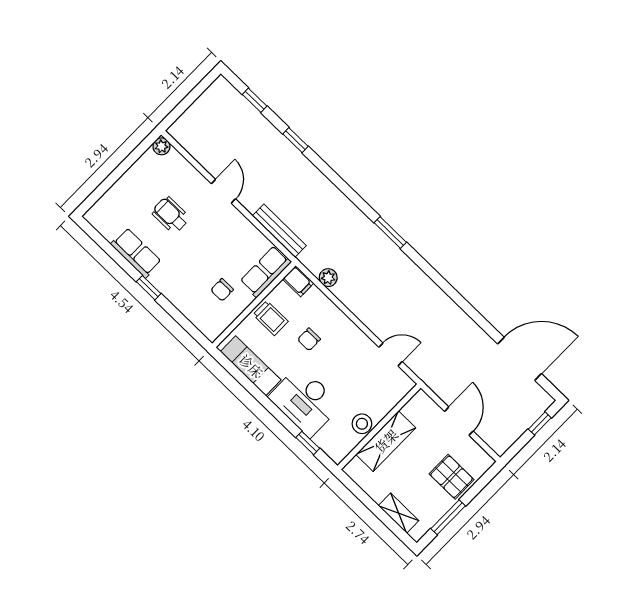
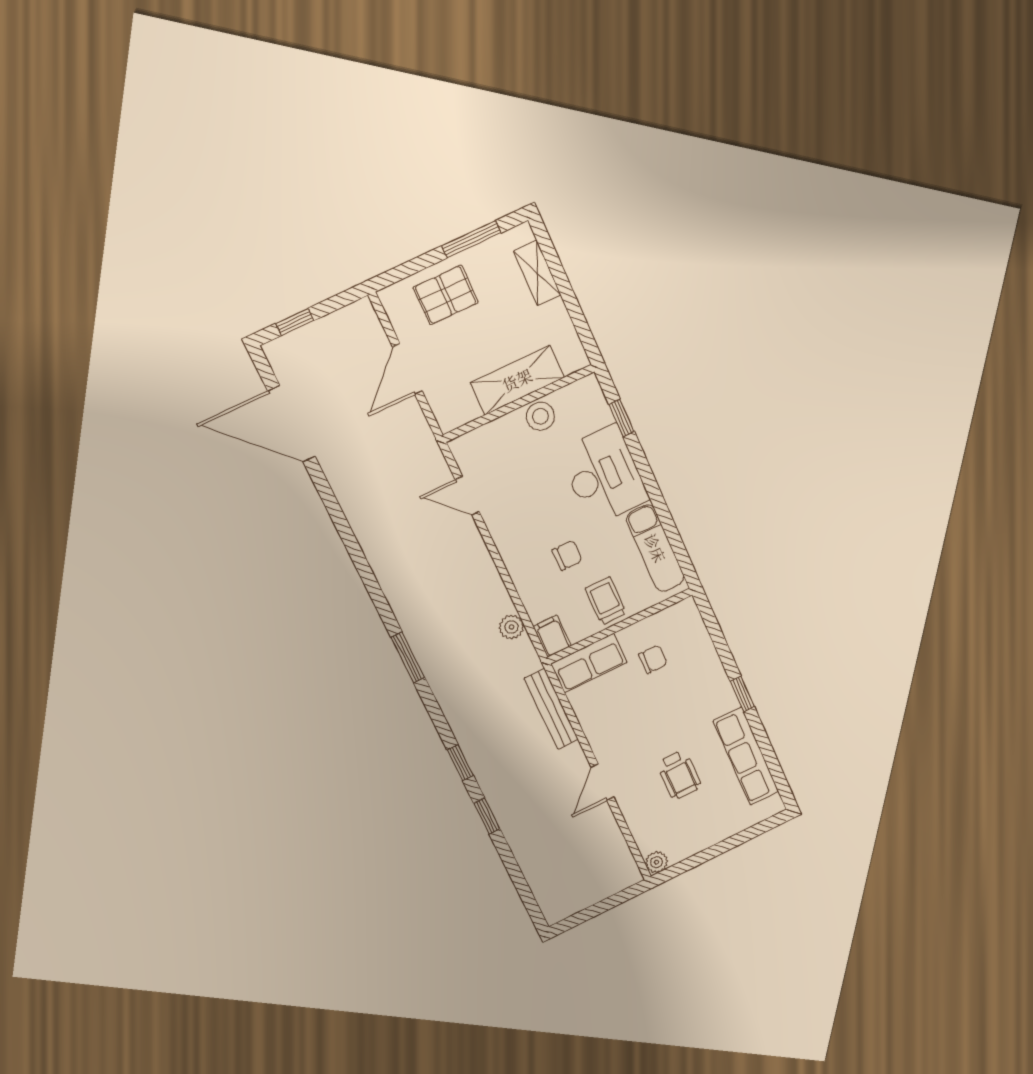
window: (255, 100) -> (460, 763), moved
row of seats: (136, 253) -> (746, 756), width x1.48
pallet: (452, 477) -> (446, 295), turned 90

